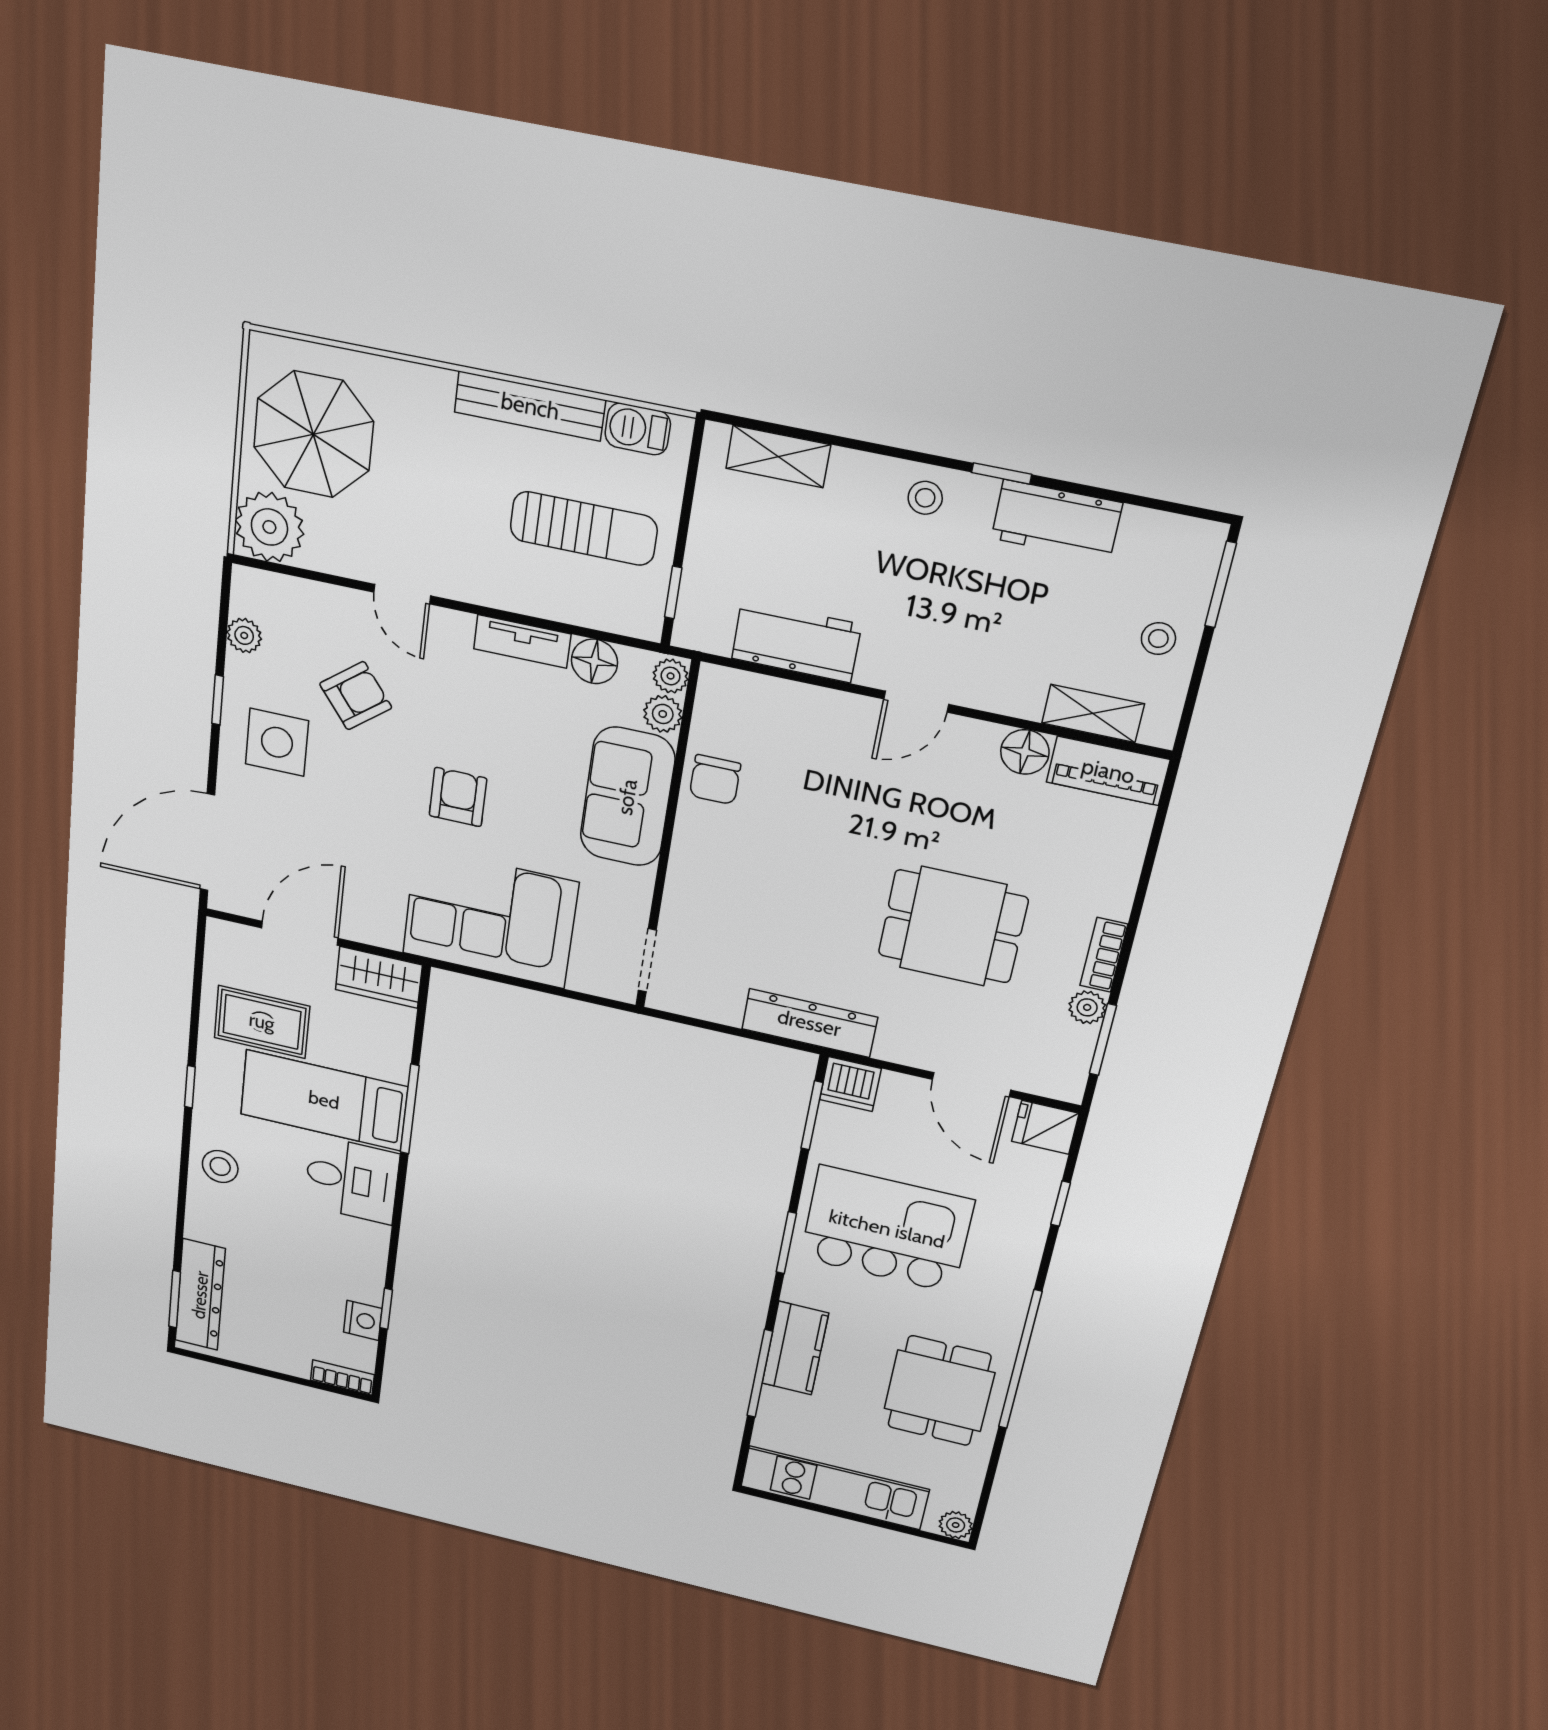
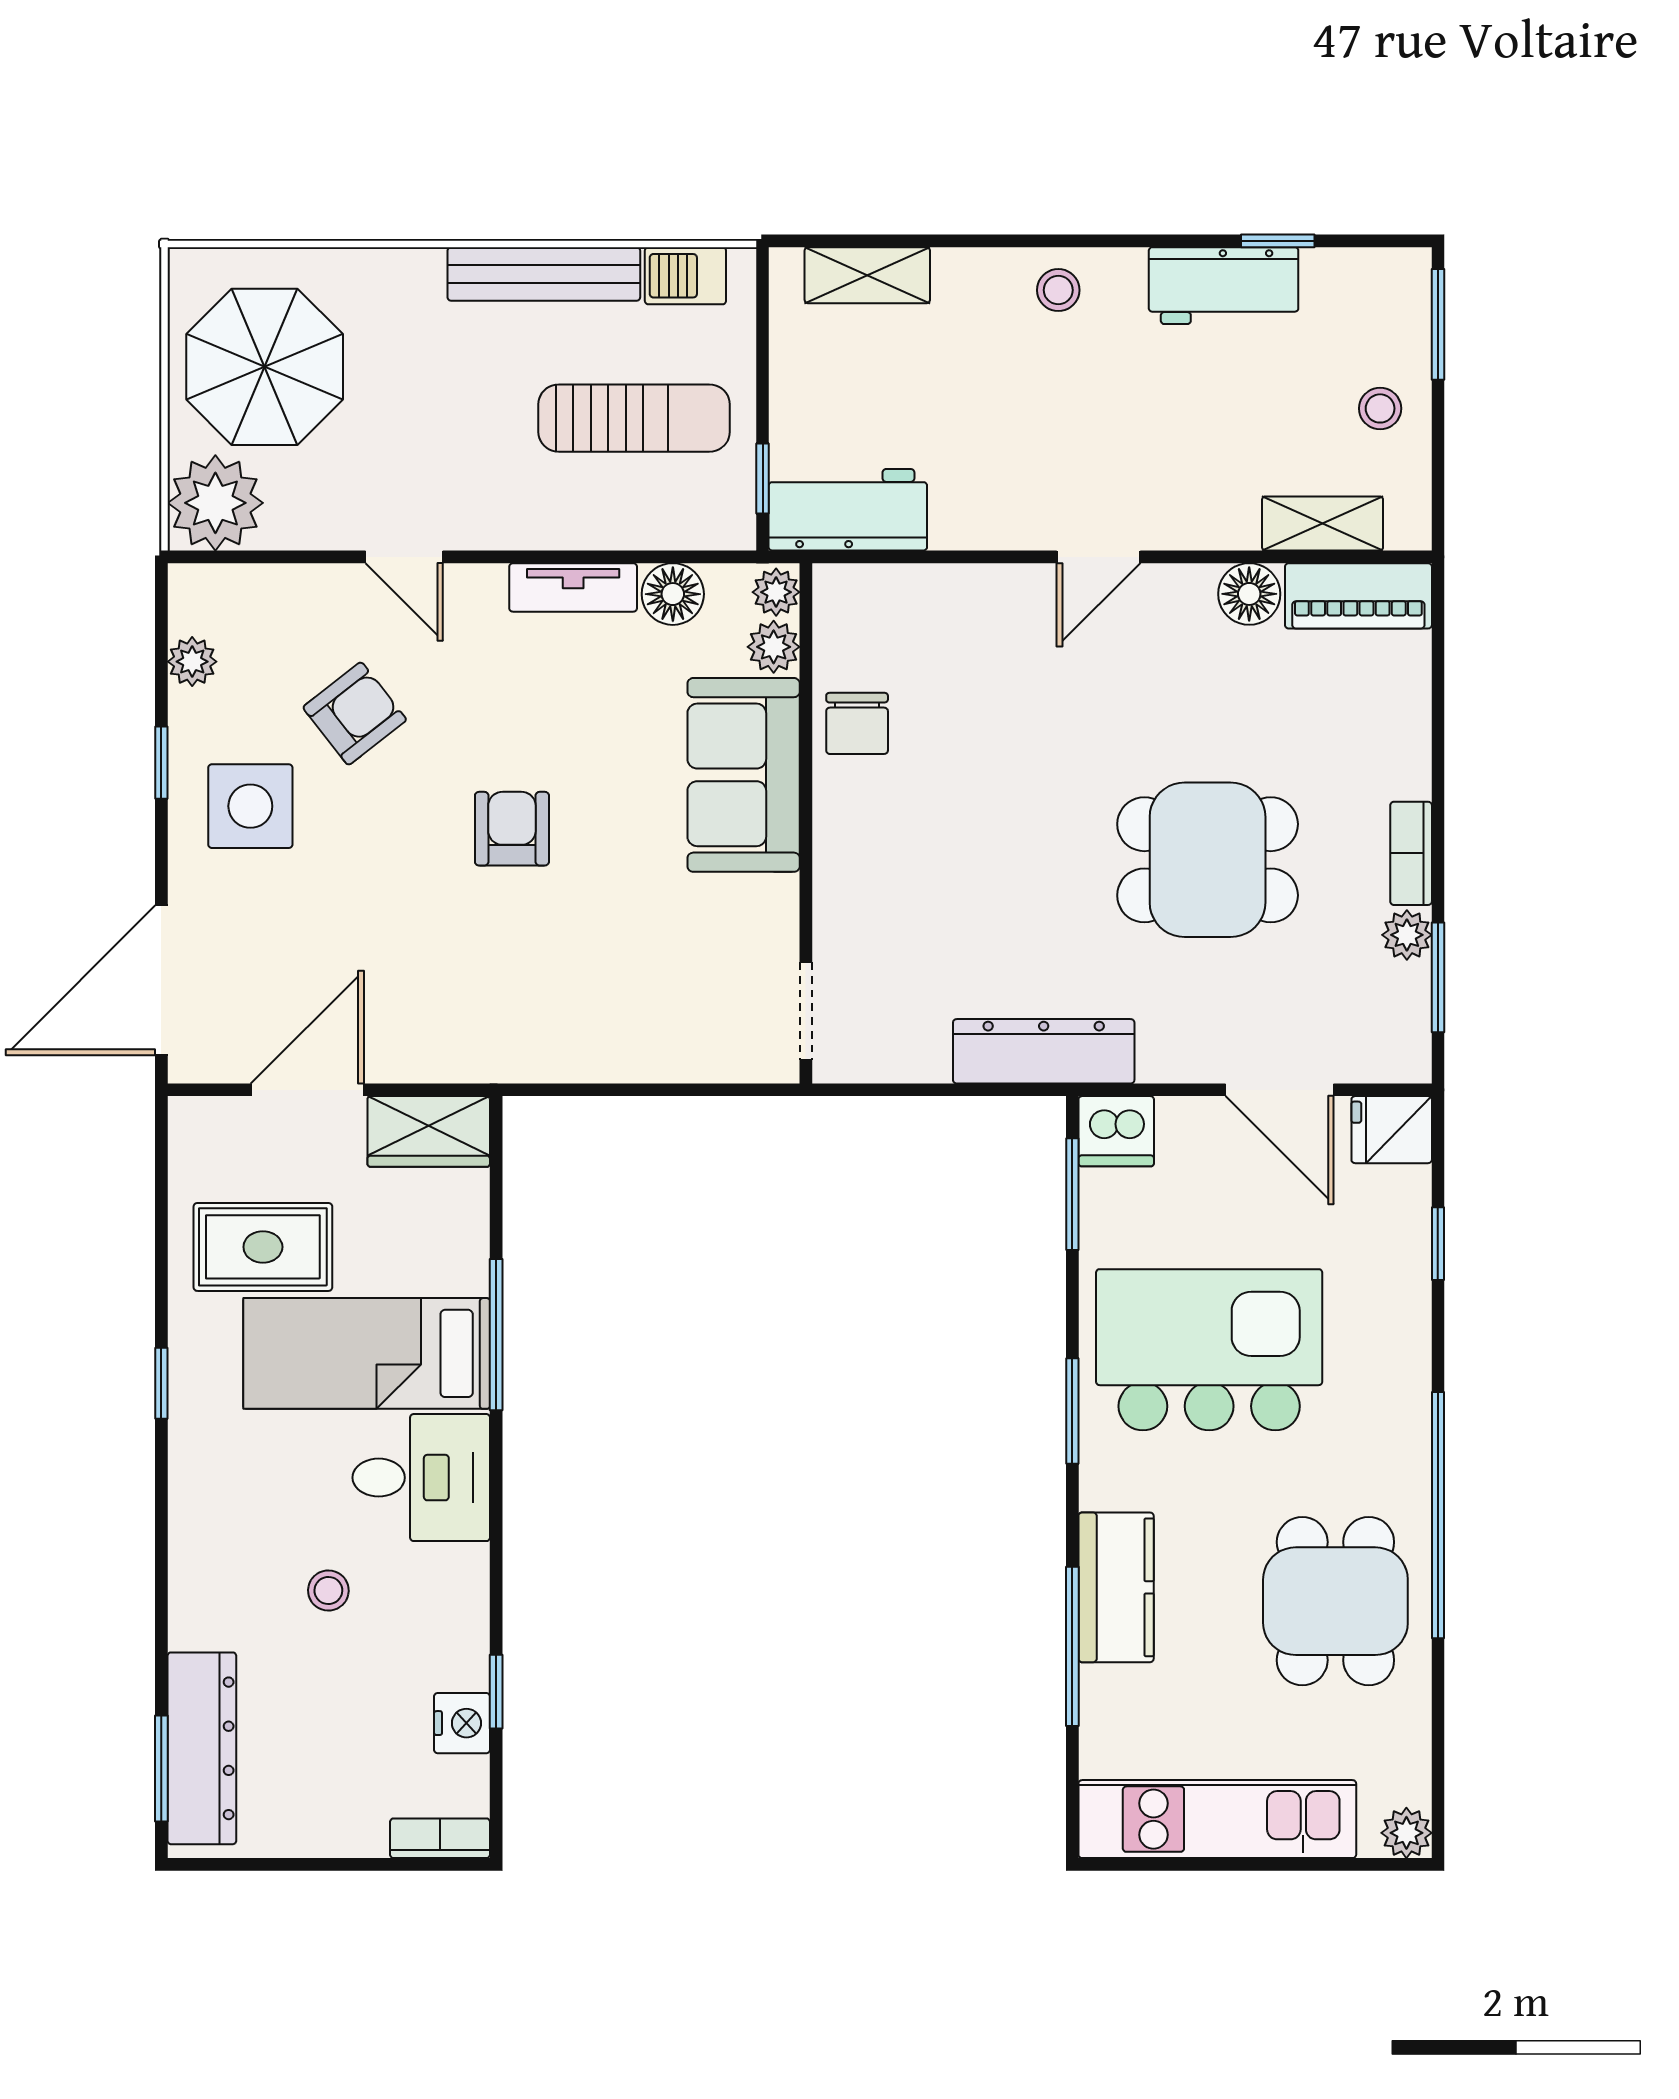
window: (1002, 473) -> (1278, 241), moved
workbench: (796, 641) -> (848, 510), moved
corner sofa: (490, 918) -> (578, 999), removed
stool: (220, 1166) -> (328, 1590), moved, width x0.73, depth x0.73

